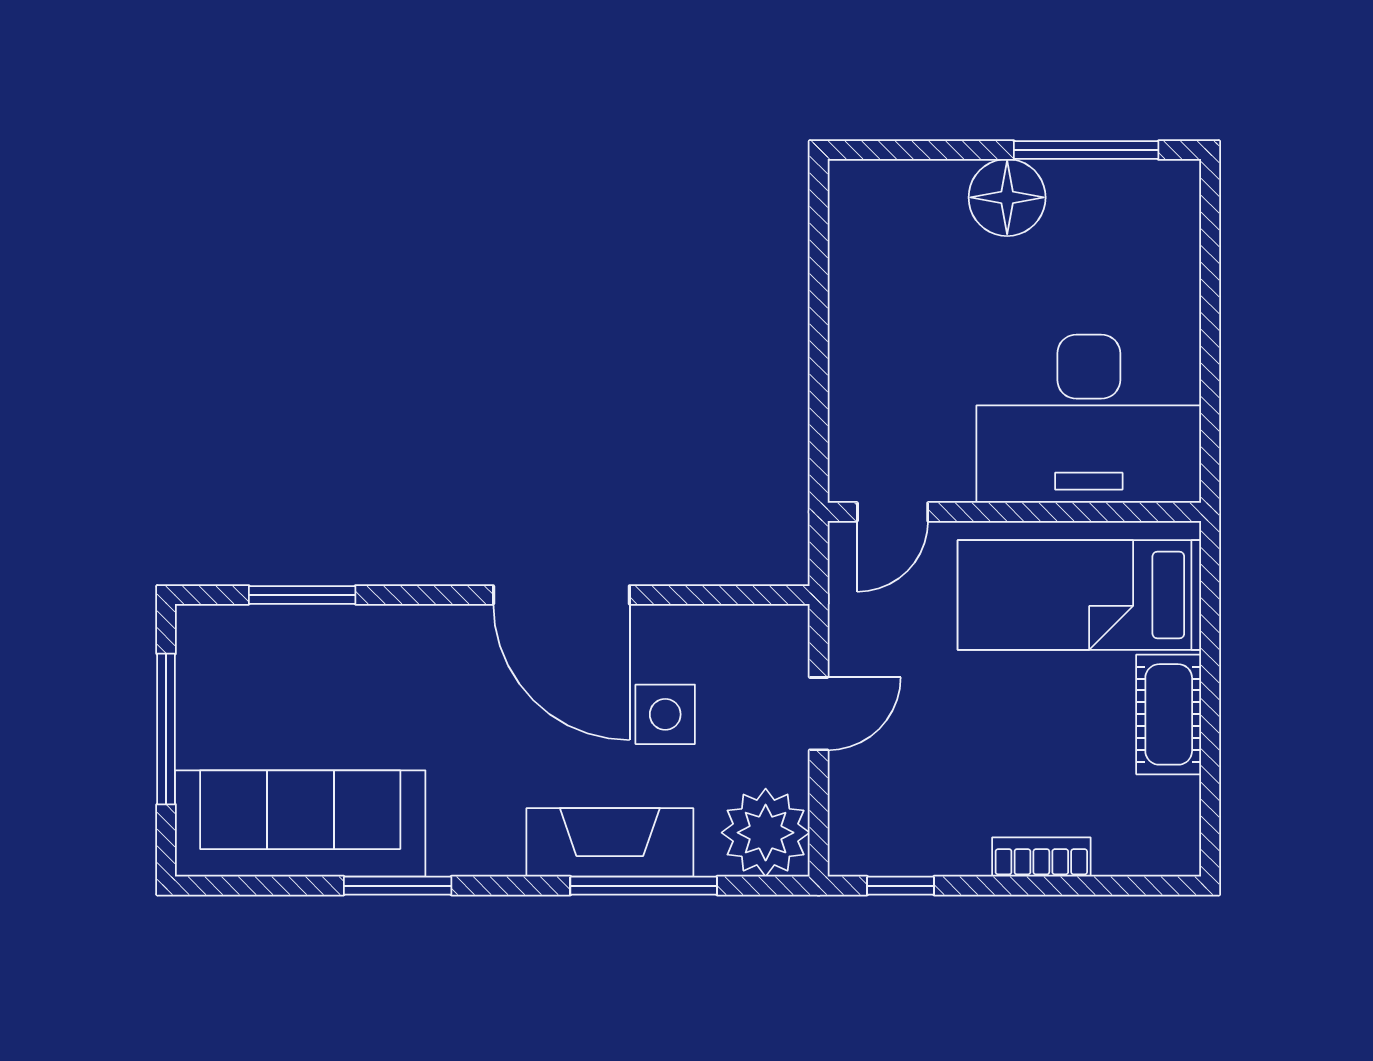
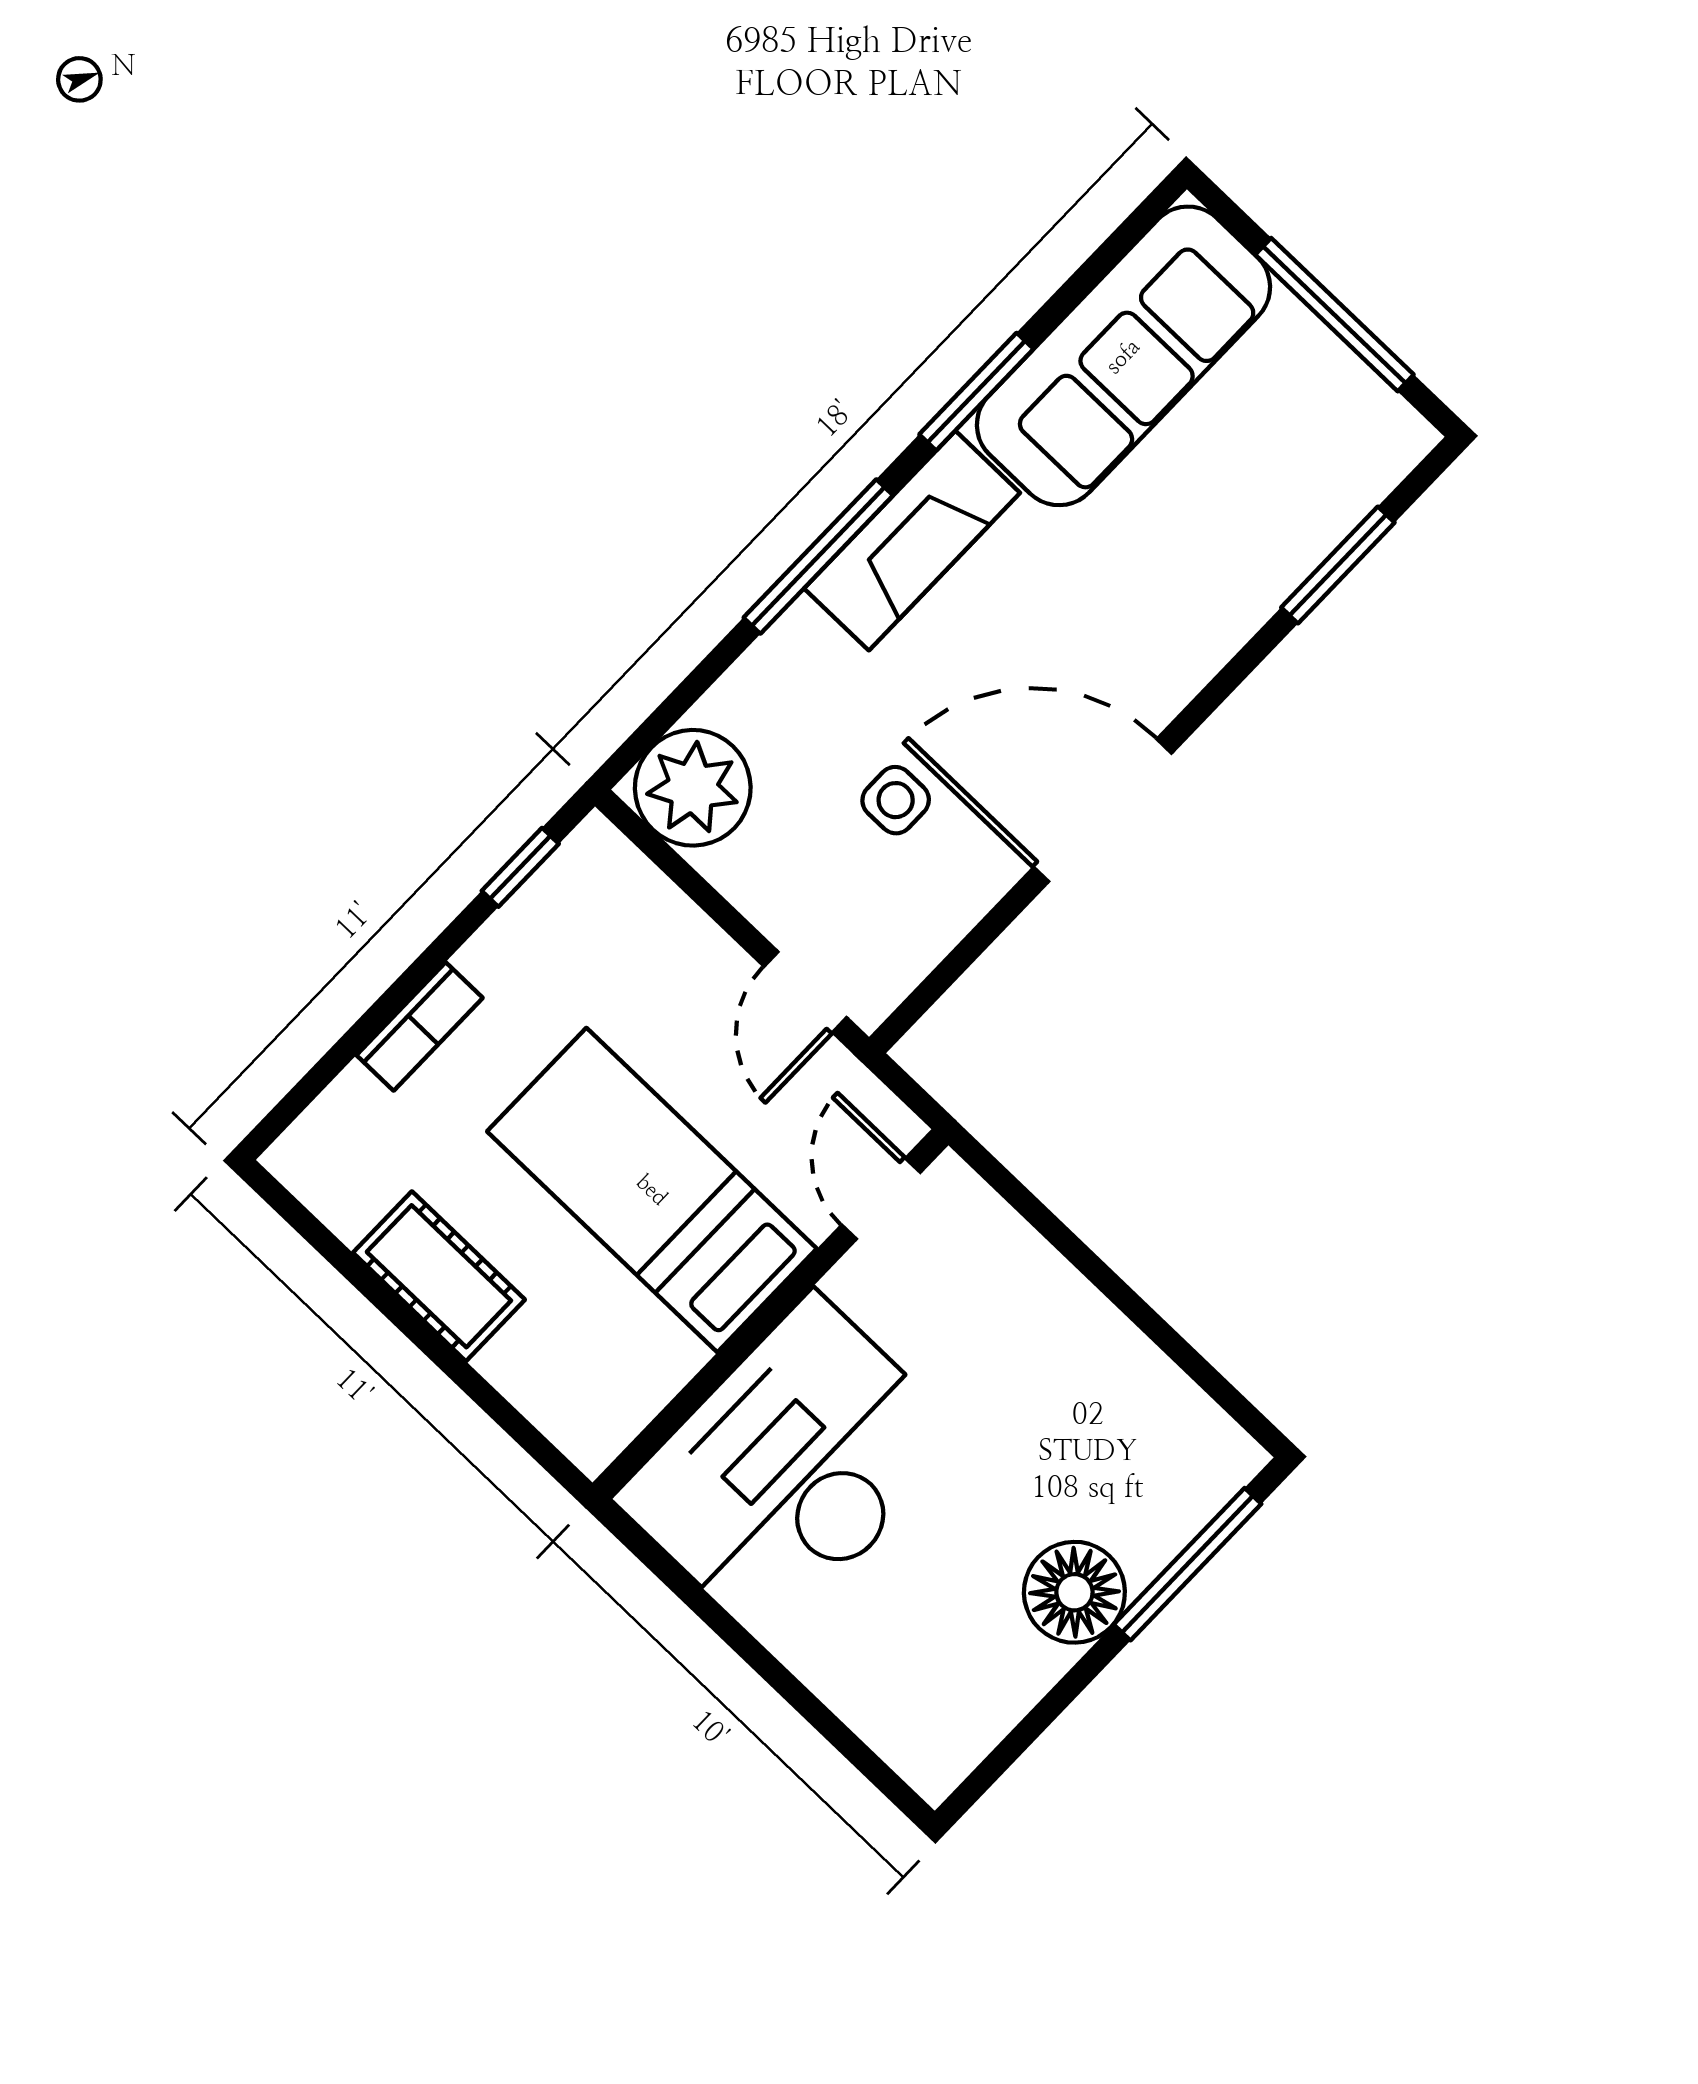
window: (1086, 150) -> (1187, 1564), moved
bed: (1079, 595) -> (652, 1190), moved, turned -90
side table: (665, 714) -> (896, 800), width x0.73, depth x0.73
door: (819, 714) -> (805, 992), moved
fireplace: (610, 842) -> (912, 541), moved
window: (644, 886) -> (818, 556), moved

